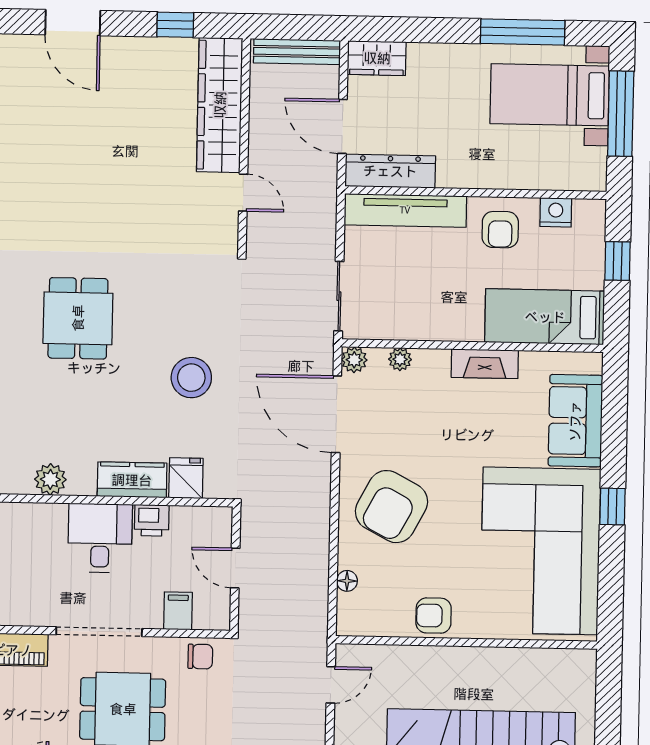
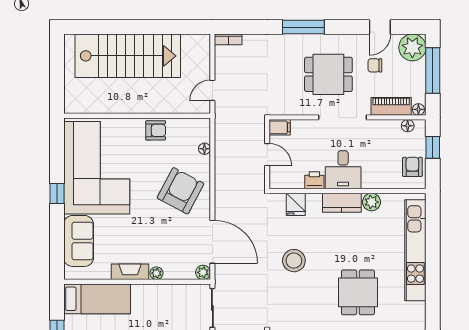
plant: (400, 359) -> (156, 273), moved
kitchen counter: (132, 480) -> (342, 203), moved
filing cabinet: (178, 611) -> (280, 127), moved, turned -90
chair: (200, 656) -> (375, 65), moved

